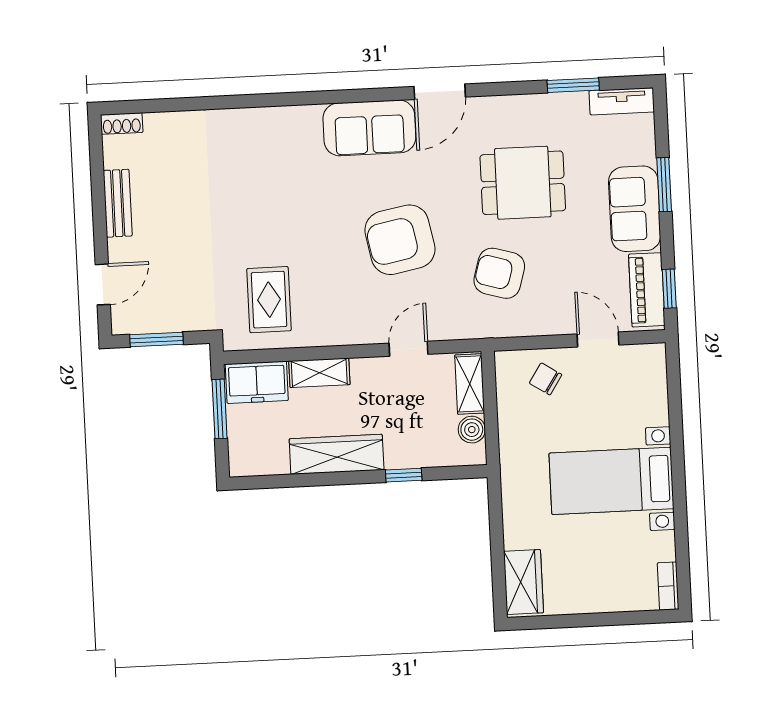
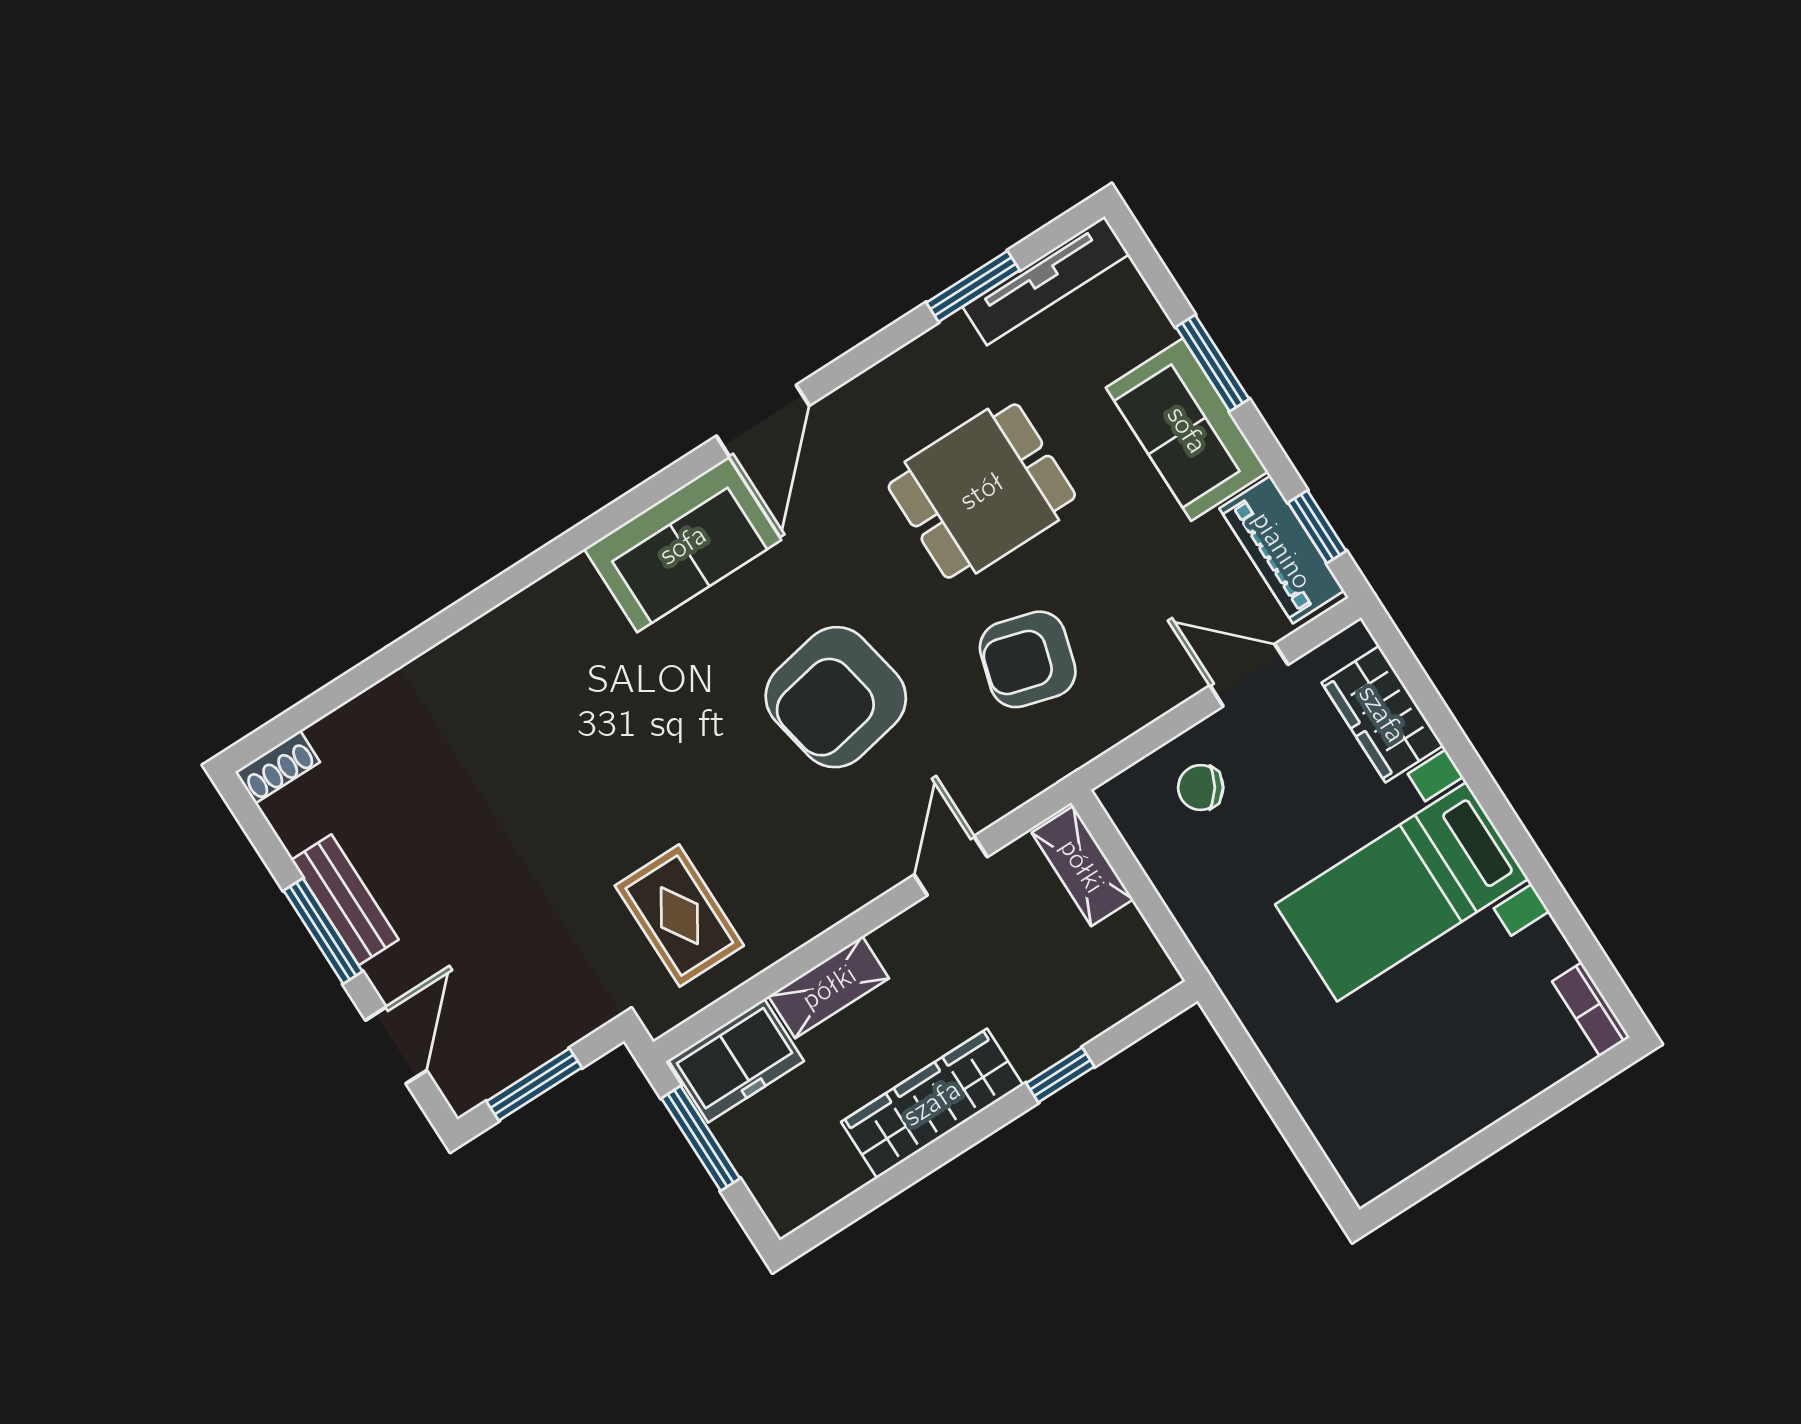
tv unit: (622, 101) -> (1046, 281), width x1.41
window: (99, 212) -> (323, 931), added
boiler: (472, 430) -> (1128, 938), removed
wardrobe: (524, 582) -> (1382, 714), moved, turned 180

